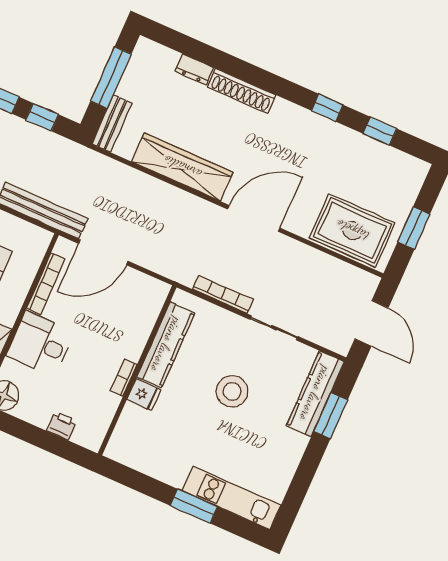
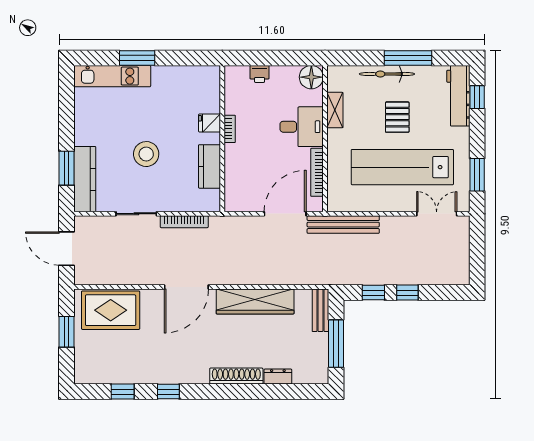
kitchen counter: (166, 345) -> (210, 166), width x0.67

